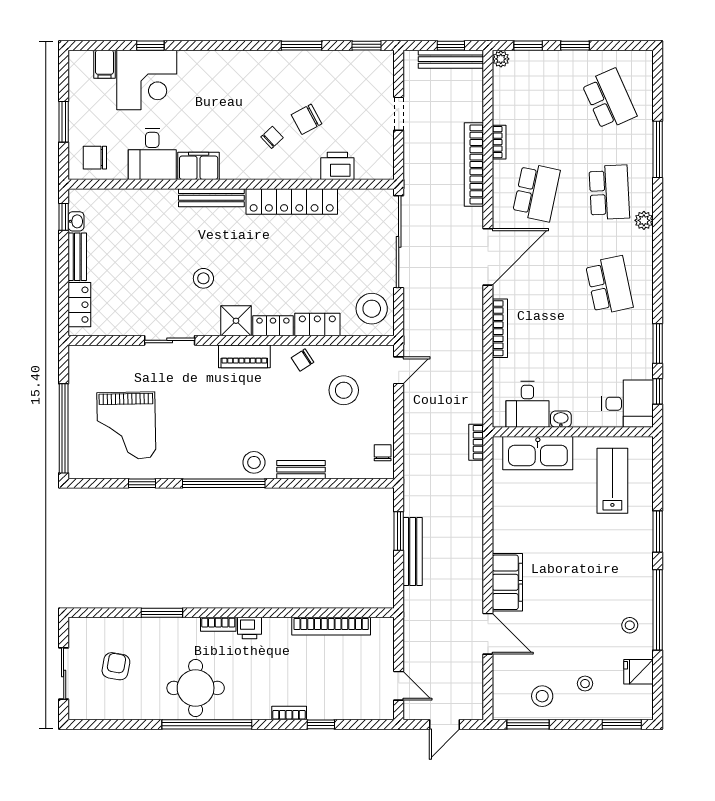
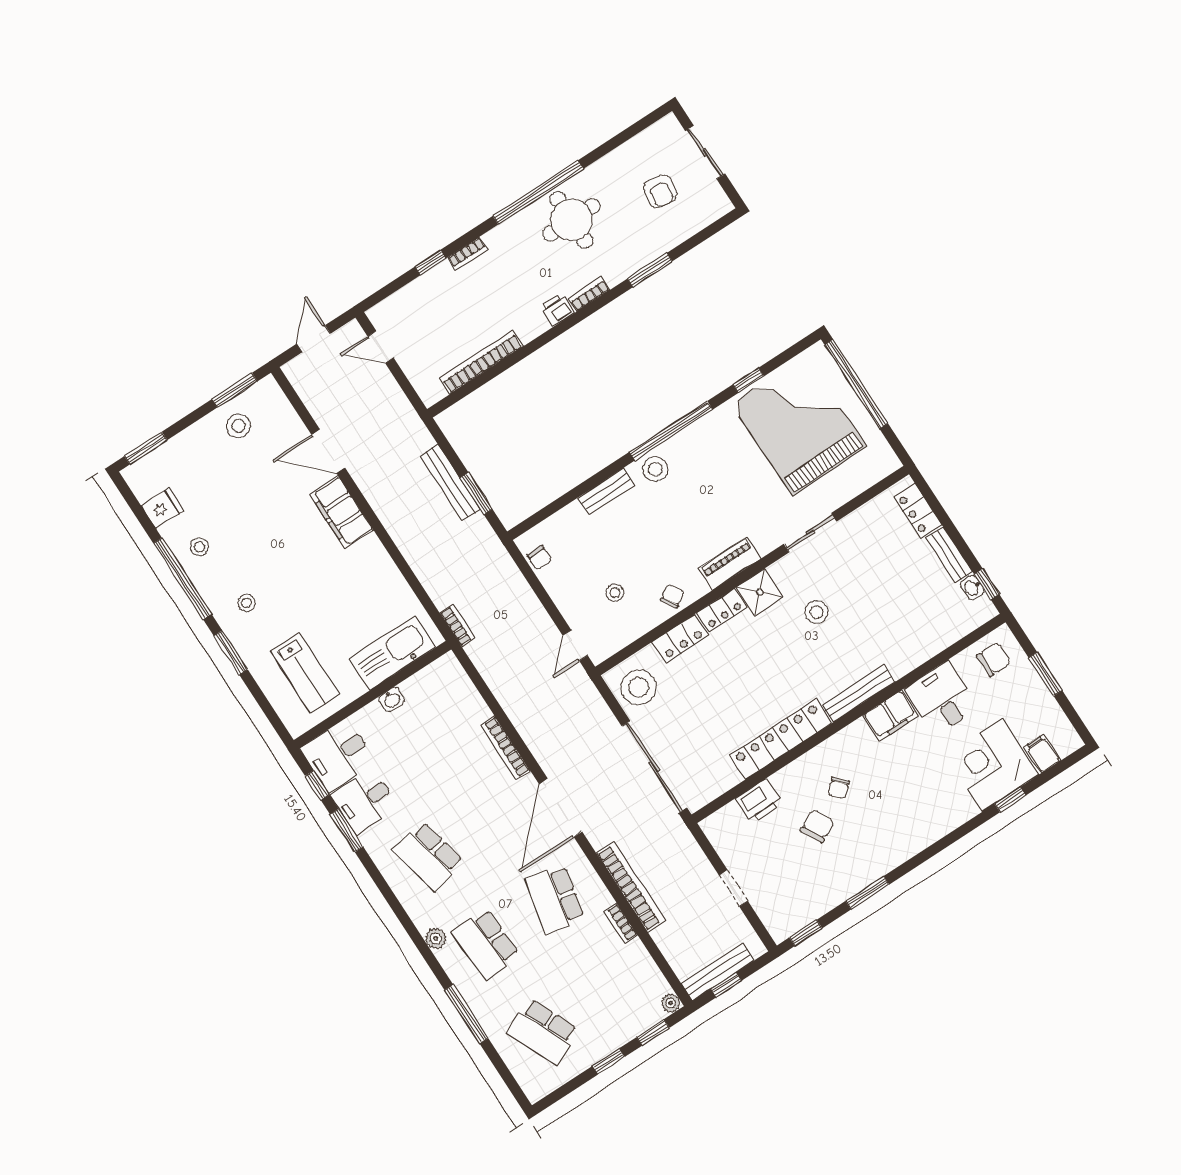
stool: (344, 390) -> (615, 593), width x0.53, depth x0.53
desk: (527, 404) -> (365, 801), moved, turned -90
grand piano: (126, 426) -> (799, 425), width x1.37, depth x1.48
stool: (585, 684) -> (247, 603), moved

